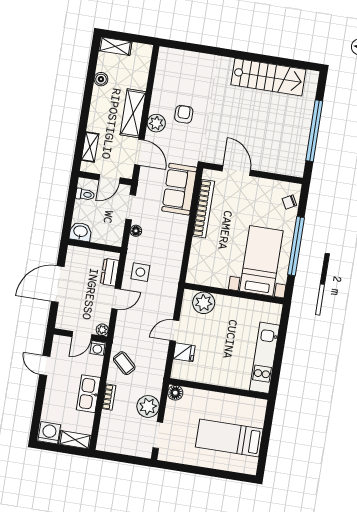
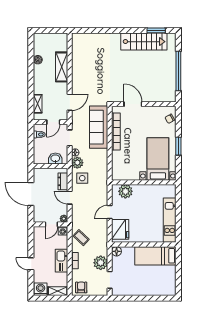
shelving: (115, 46) -> (44, 37), removed
window: (290, 63) -> (156, 30), added
shelving: (133, 113) -> (62, 67), moved
armchair: (184, 114) -> (81, 287), moved
plant: (156, 123) -> (77, 163), moved
door: (139, 152) -> (70, 102), hinge flipped
sofa: (179, 189) -> (99, 127), width x1.36
washbasin: (80, 232) -> (55, 159), moved
window: (296, 246) -> (178, 146), width x0.47
door: (58, 284) -> (31, 194), hinge flipped
door: (116, 299) -> (70, 198), swing flipped
fridge: (184, 352) -> (120, 229), width x1.88, depth x1.34
door: (45, 365) -> (31, 264), moved
bed: (229, 438) -> (155, 256), moved

